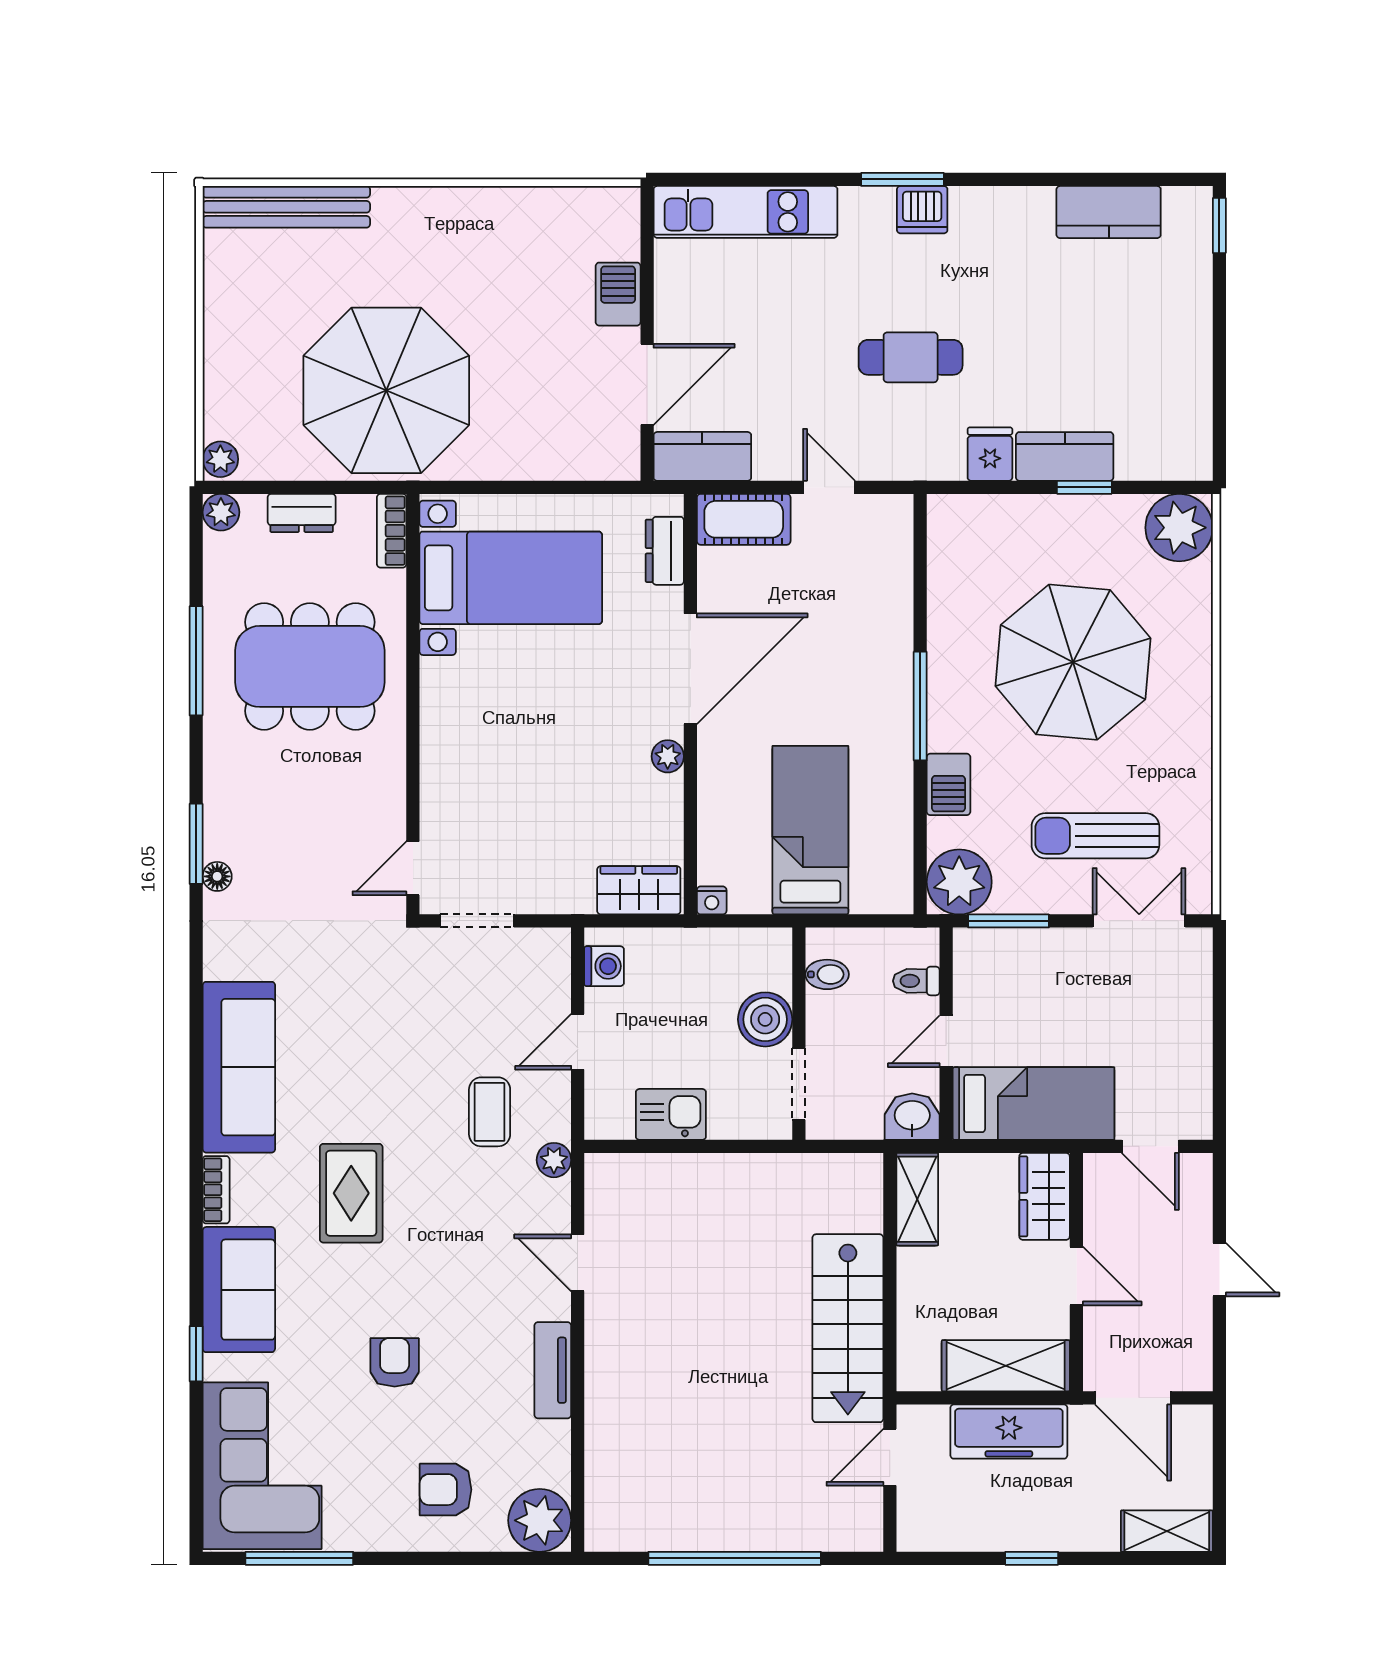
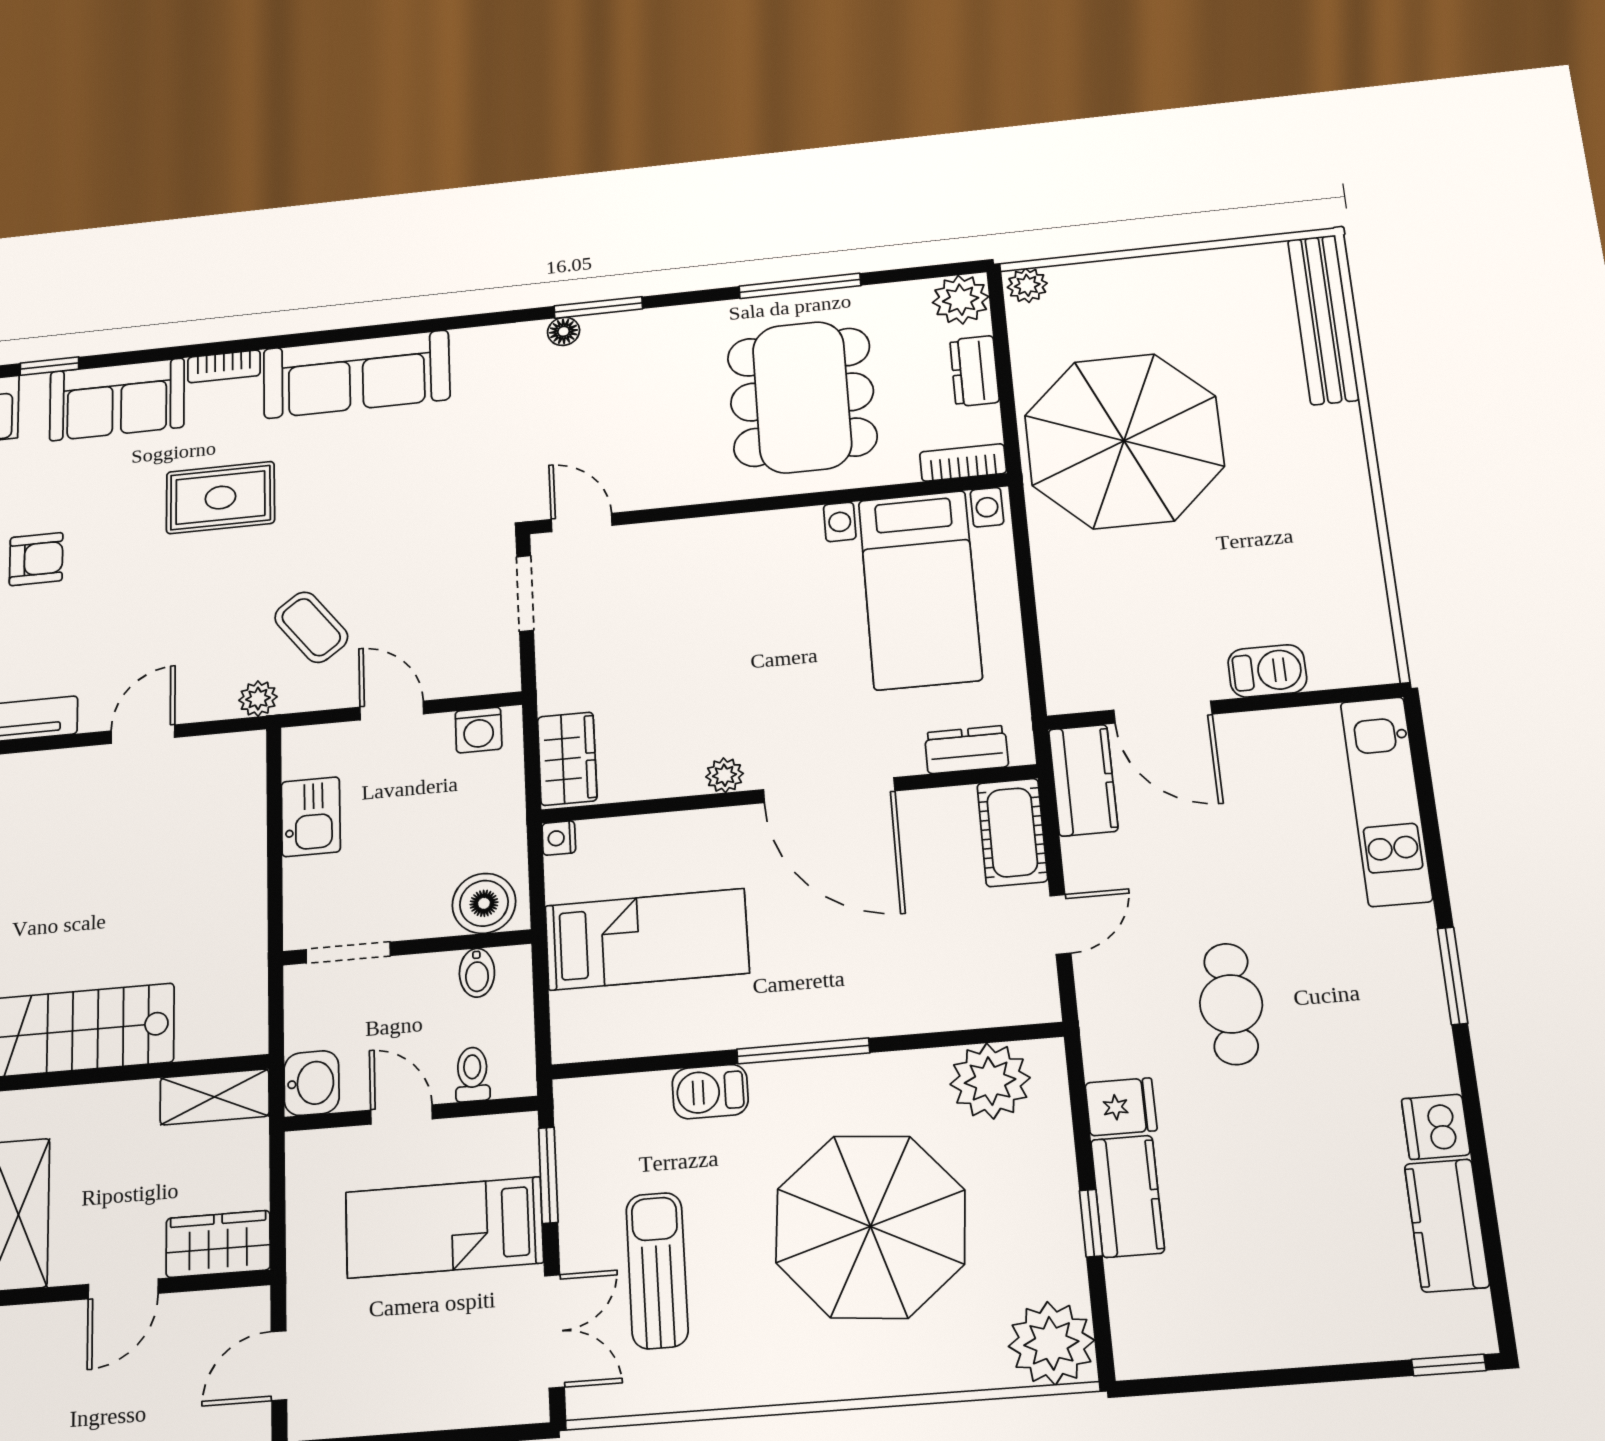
dishwasher: (922, 210) -> (1436, 1127), moved
plant: (221, 512) -> (961, 300), width x1.38, depth x1.38
plant: (959, 882) -> (990, 1081), moved
boiler: (765, 1019) -> (484, 903), moved
bed: (1034, 1104) -> (444, 1227), moved, turned 90
coffee table: (490, 1112) -> (311, 627), turned 53

